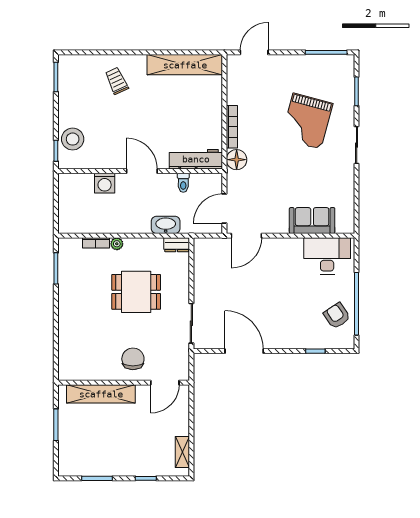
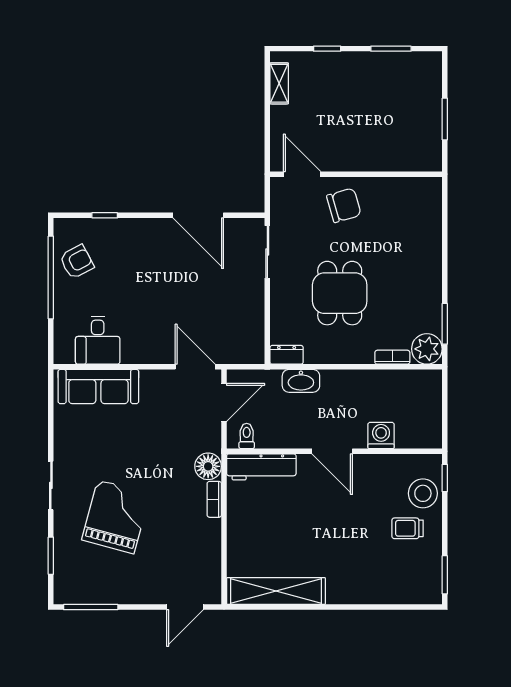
trolley: (117, 81) -> (408, 528), moved, turned 115
bookcase: (232, 127) -> (214, 499), width x0.64
toilet: (183, 183) -> (247, 436), moved
sofa: (312, 221) -> (98, 387), width x1.36
door: (246, 236) -> (195, 367), hinge flipped
plant: (117, 244) -> (427, 349), moved, width x1.87, depth x1.87
desk: (327, 256) -> (98, 340), width x0.73
dining table: (136, 292) -> (340, 293), turned 90
armchair: (337, 316) -> (77, 262), turned -84
chair: (133, 359) -> (344, 205), turned -106
door: (165, 383) -> (302, 174), hinge flipped
shelving: (101, 394) -> (386, 159), removed

